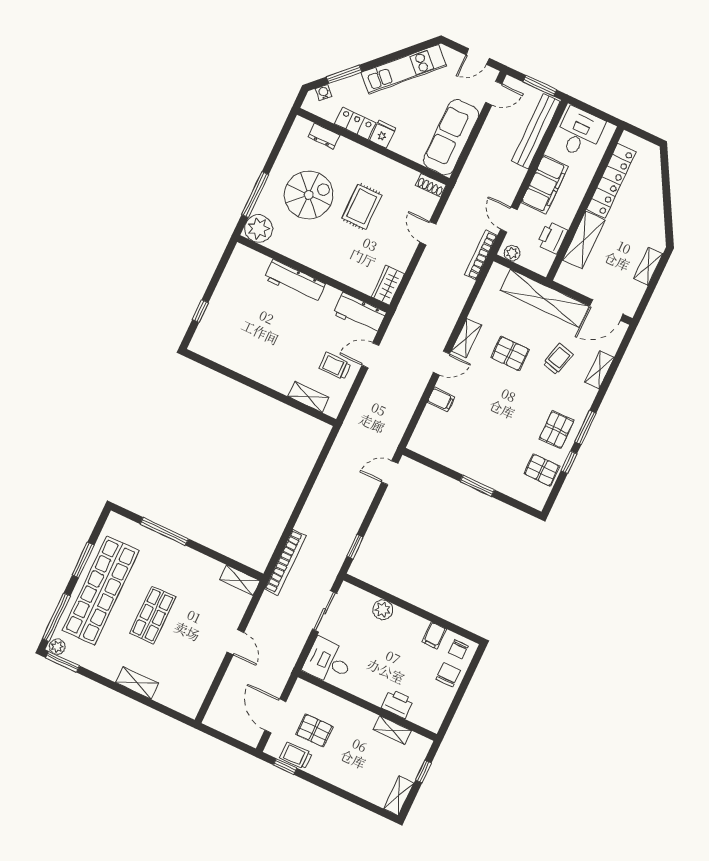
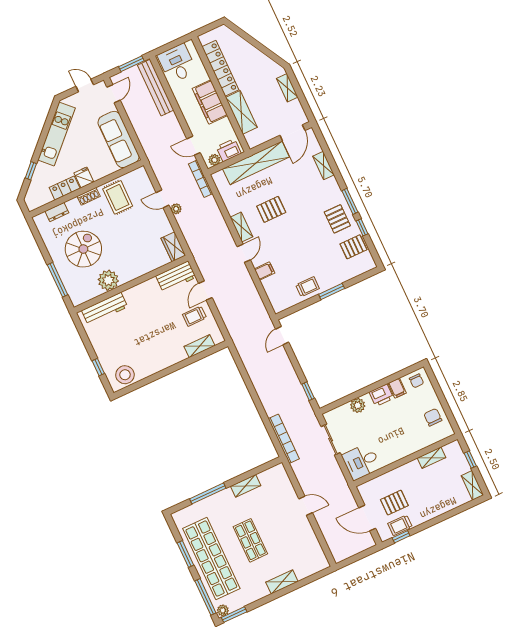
door: (478, 57) -> (85, 85), swing flipped
window: (344, 74) -> (31, 171), width x0.67
water cooler: (324, 92) -> (32, 191), removed
filing cabinet: (545, 184) -> (210, 102), moved, turned 180
shoe rack: (431, 185) -> (89, 196), moved
rug: (362, 207) -> (118, 197), moved
plant: (259, 229) -> (108, 280), moved
printer: (552, 238) -> (229, 150), moved, turned 90
plant: (429, 256) -> (176, 209), added
workbench: (295, 281) -> (105, 309), moved
stool: (215, 345) -> (125, 375), added
trolley: (558, 359) -> (307, 287), moved, turned 75
shelving: (240, 580) -> (246, 486), moved
chair: (448, 675) -> (433, 417), moved
printer: (398, 704) -> (381, 395), moved, turned 180

